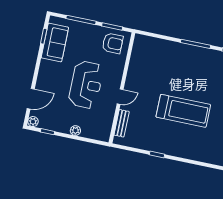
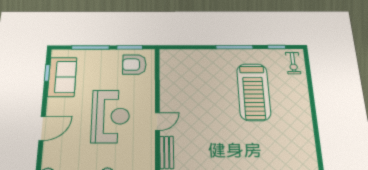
armchair: (113, 43) -> (134, 65), turned 180
door: (31, 99) -> (42, 128), moved
treadmill: (183, 111) -> (254, 92), moved, turned 90

